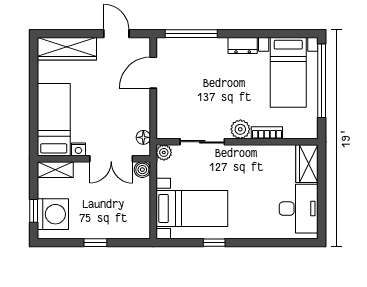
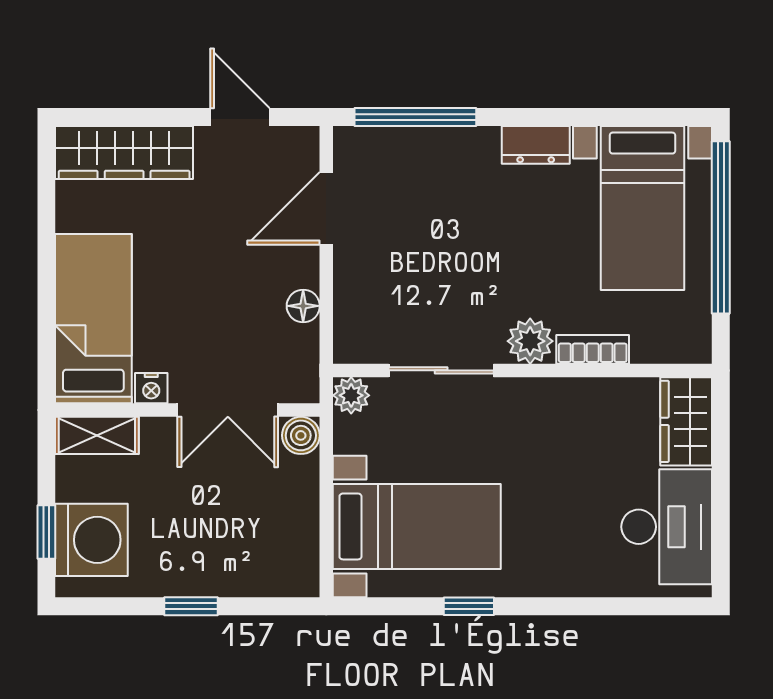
floor lamp: (143, 137) -> (303, 306), moved

